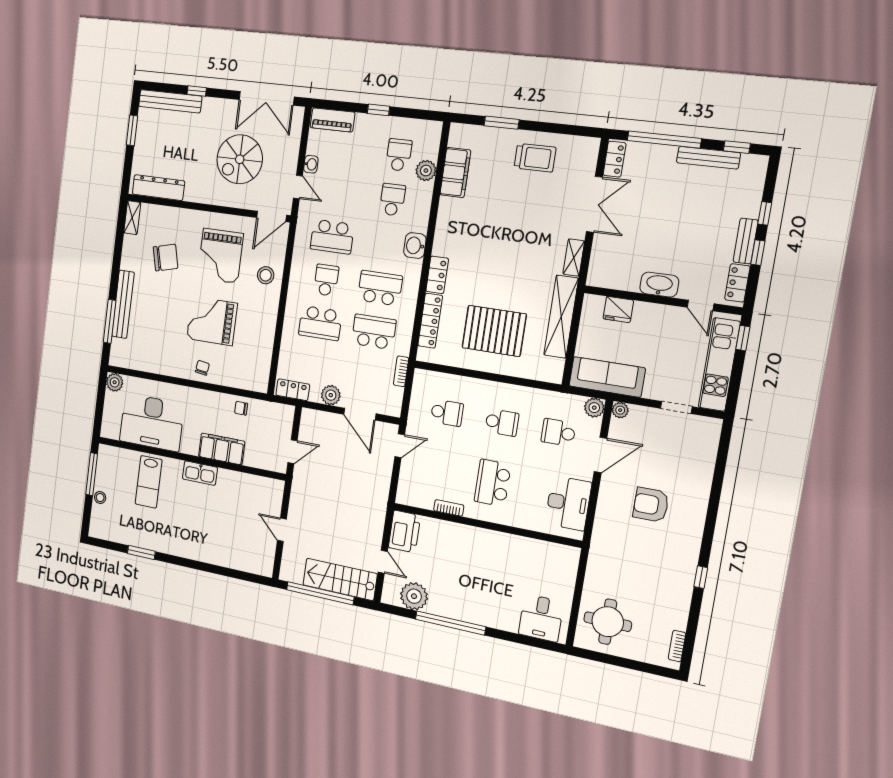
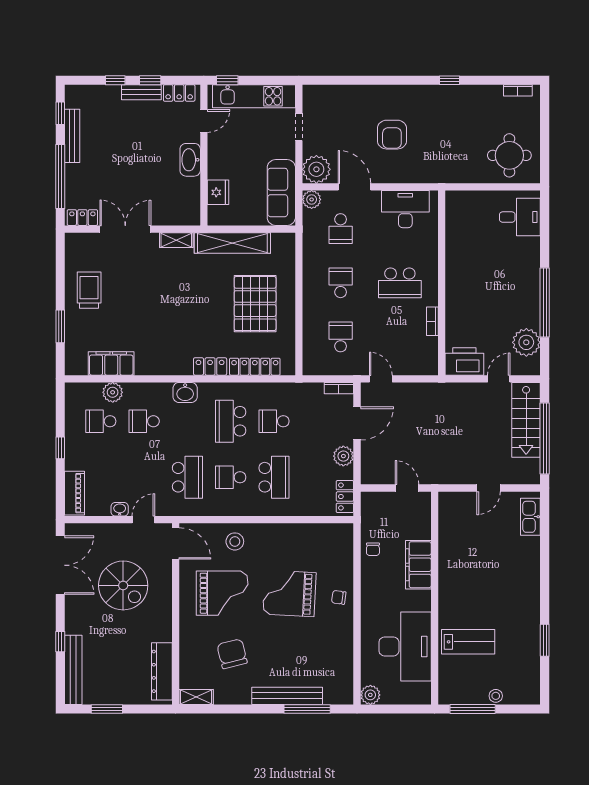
grand piano: (212, 321) -> (289, 593), turned 93
school desk: (374, 332) -> (274, 421), width x0.54
bookcase: (401, 371) -> (339, 388), moved
plant: (620, 410) -> (316, 169), width x1.87, depth x1.87
kitchen sink: (200, 473) -> (530, 517), moved, turned 180

